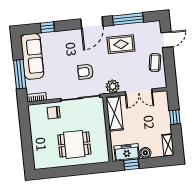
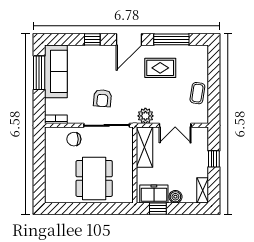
window: (47, 27) -> (92, 39), moved
door: (167, 40) -> (214, 68), removed
armchair: (86, 72) -> (102, 98), moved, turned -85
window: (20, 74) -> (39, 73), moved
dining table: (74, 144) -> (94, 178), width x1.38

